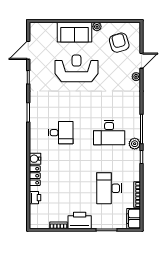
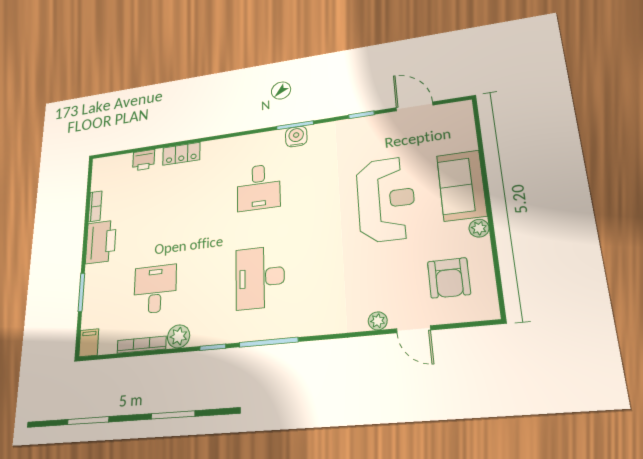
armchair: (119, 43) -> (449, 278), turned 106
plant: (135, 144) -> (179, 336), moved
water cooler: (35, 159) -> (296, 137), moved
desk: (109, 188) -> (155, 289), width x0.73
filing cabinet: (134, 219) -> (89, 343), width x0.50

